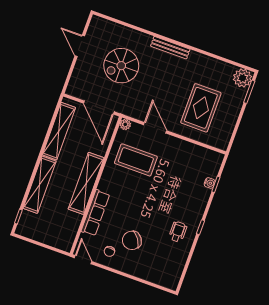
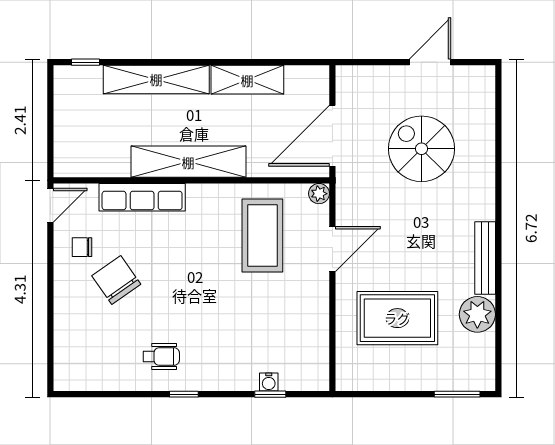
bench: (170, 48) -> (485, 258), moved
plant: (242, 78) -> (477, 314), moved
shelving: (59, 131) -> (247, 80), width x0.68

